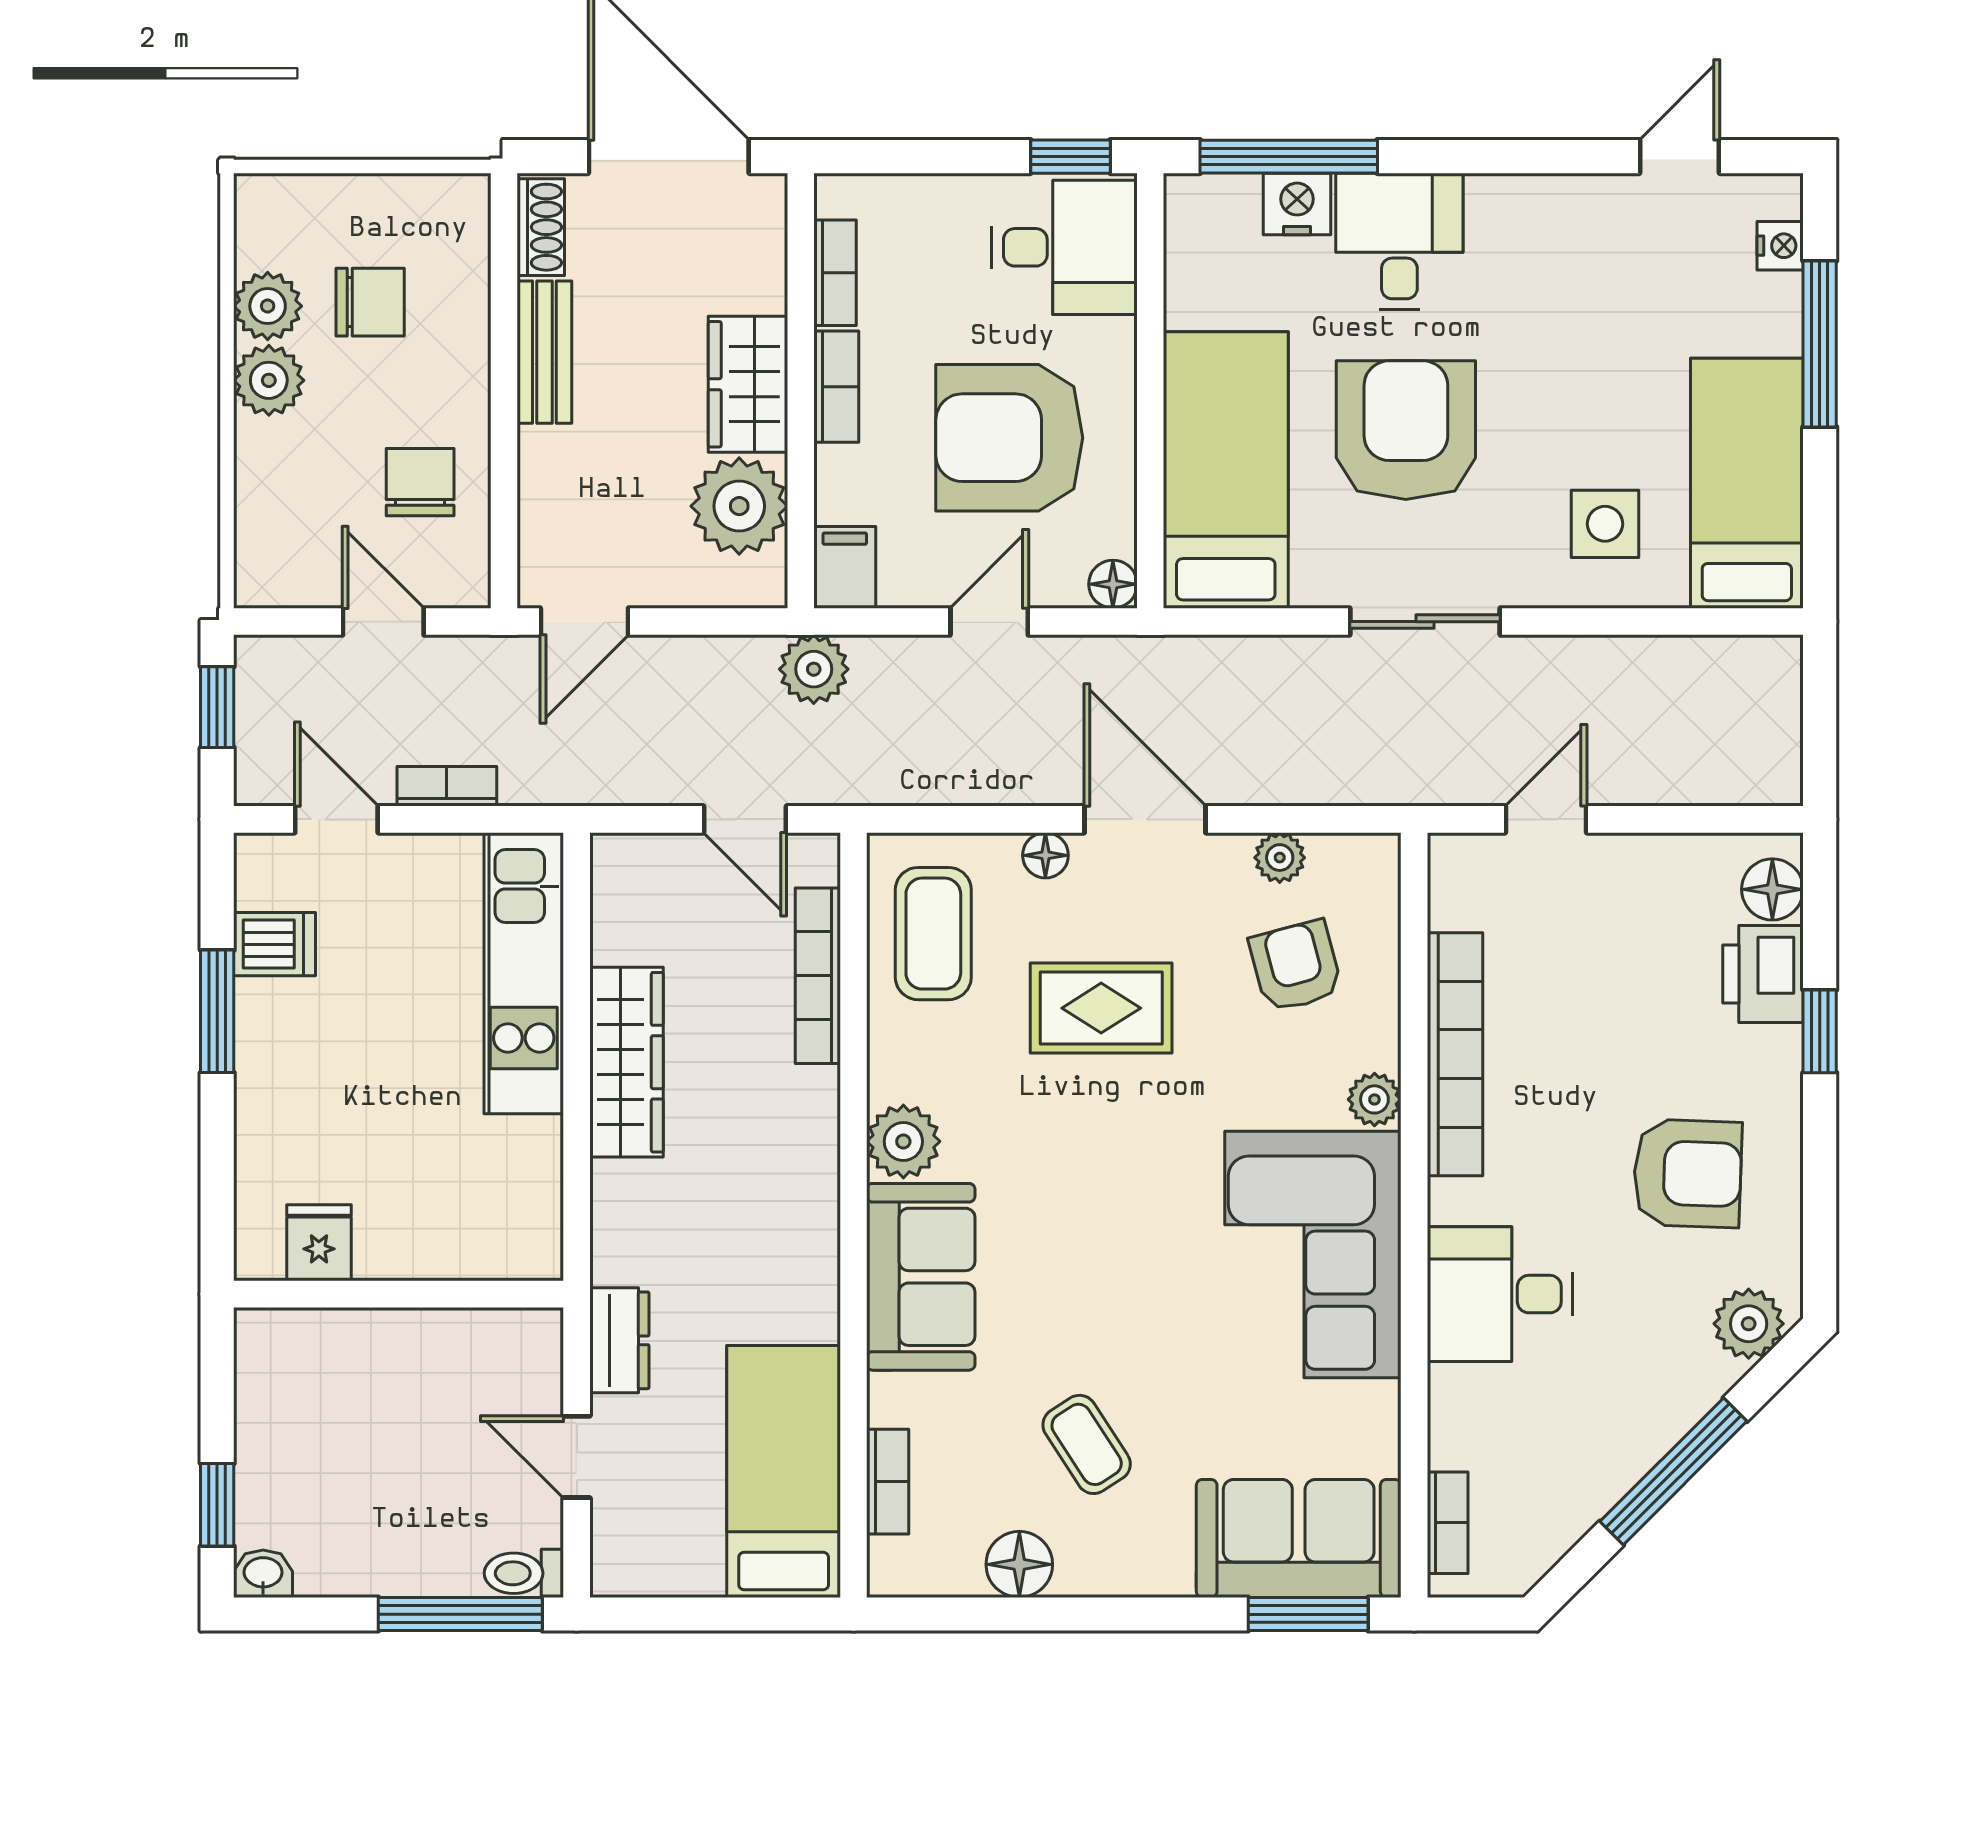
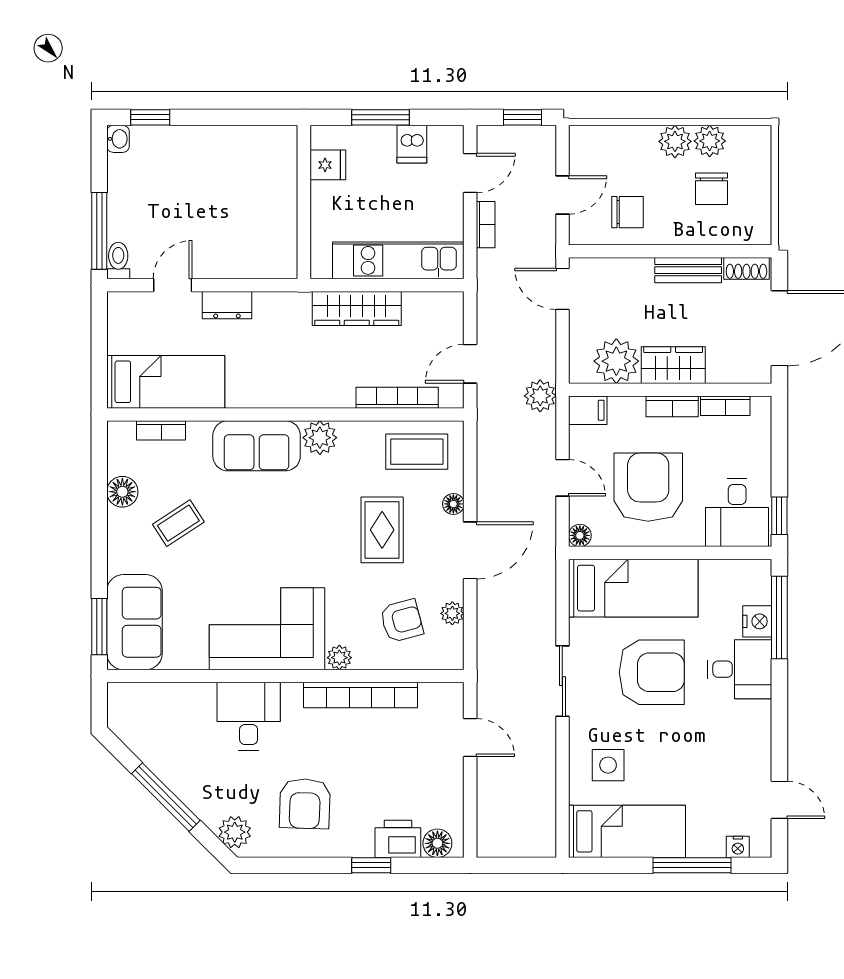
fridge: (319, 1243) -> (328, 165), moved
wall: (399, 1294) -> (304, 202), moved
bookcase: (1448, 1523) -> (142, 692), removed

